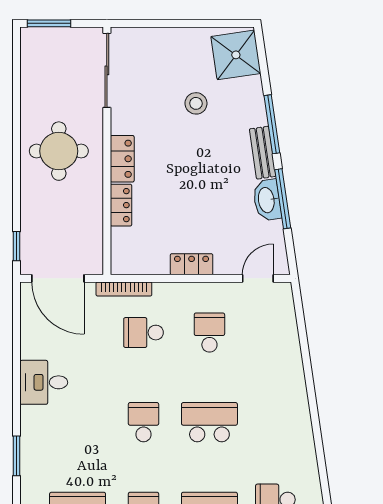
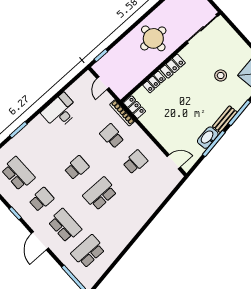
locker: (192, 264) -> (135, 107), moved
door: (58, 278) -> (103, 83), width x0.53
desk: (44, 382) -> (60, 111), width x1.37
school desk: (209, 422) -> (100, 194), turned -90

